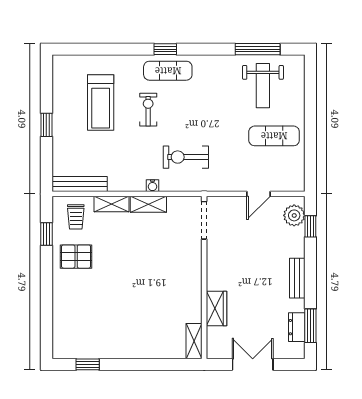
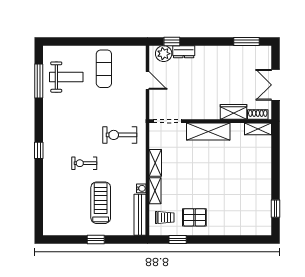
exercise mat: (168, 71) -> (55, 148), removed
treadmill: (101, 102) -> (101, 203), moved, turned -90
exercise bike: (186, 157) -> (120, 135), turned 90
water cooler: (152, 186) -> (141, 188), moved
pallet: (76, 257) -> (194, 217), turned 90
shelving: (190, 275) -> (208, 131), added
bench: (297, 278) -> (211, 51), removed
dresser: (297, 327) -> (184, 52), moved
shoe rack: (213, 341) -> (258, 115), added

